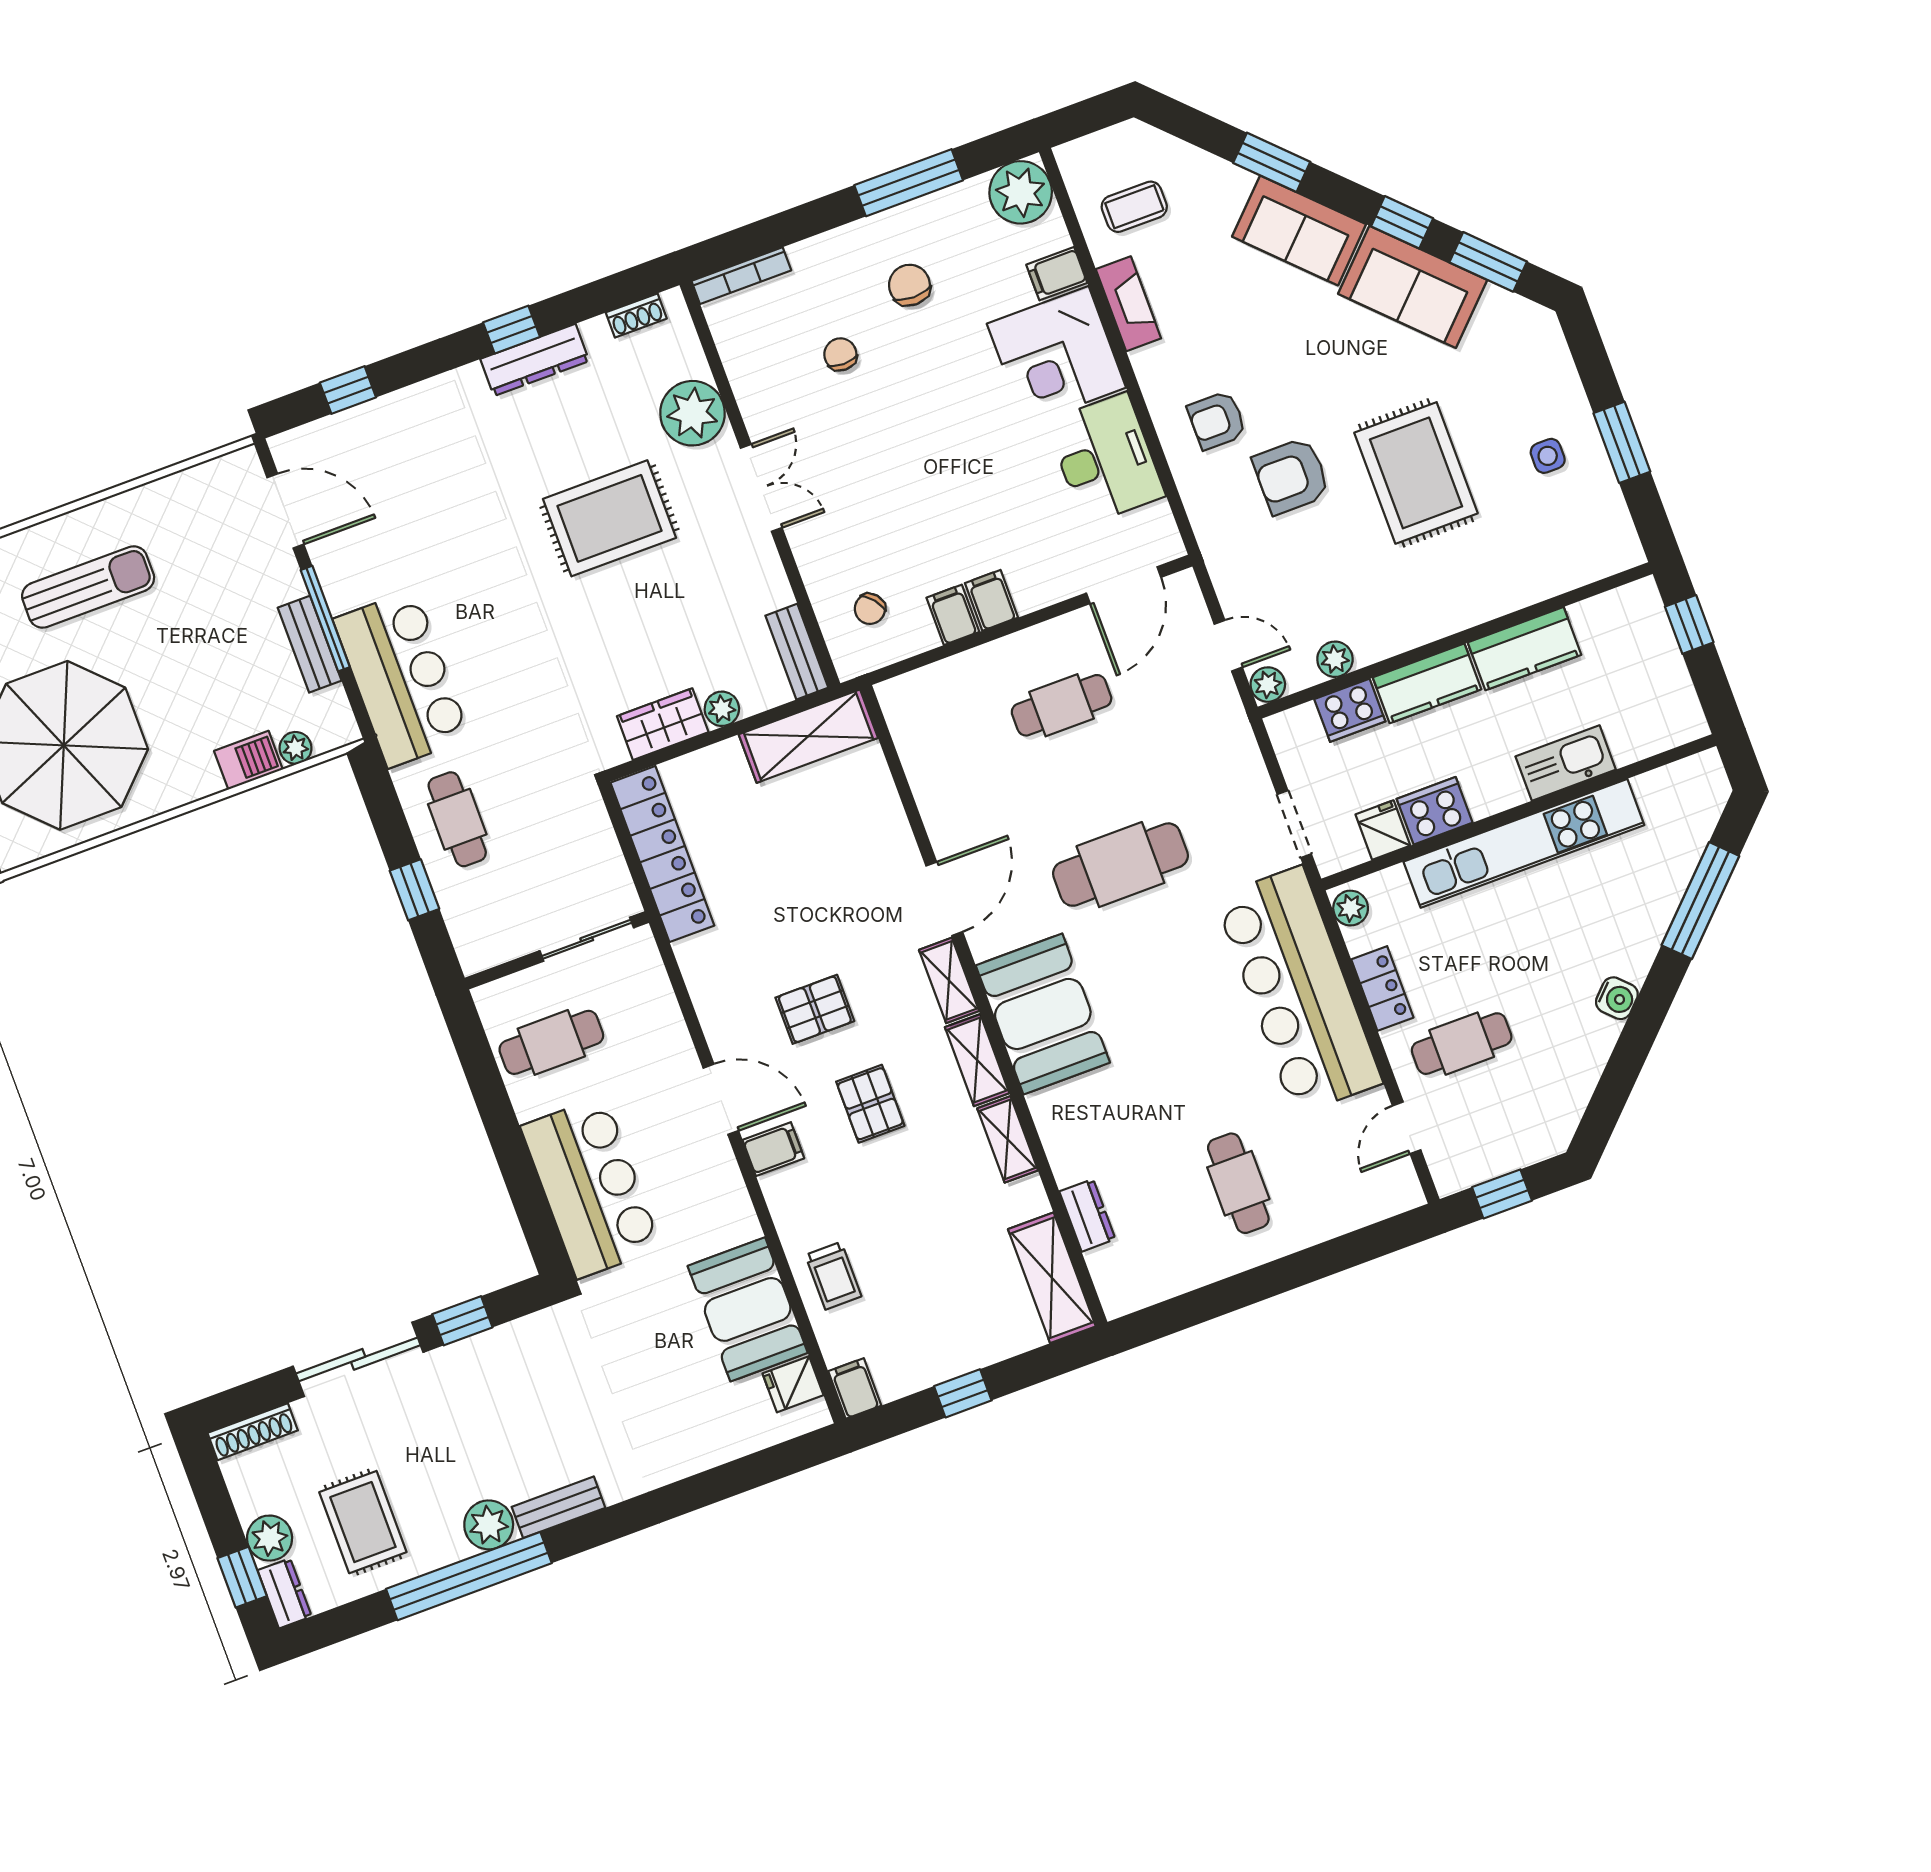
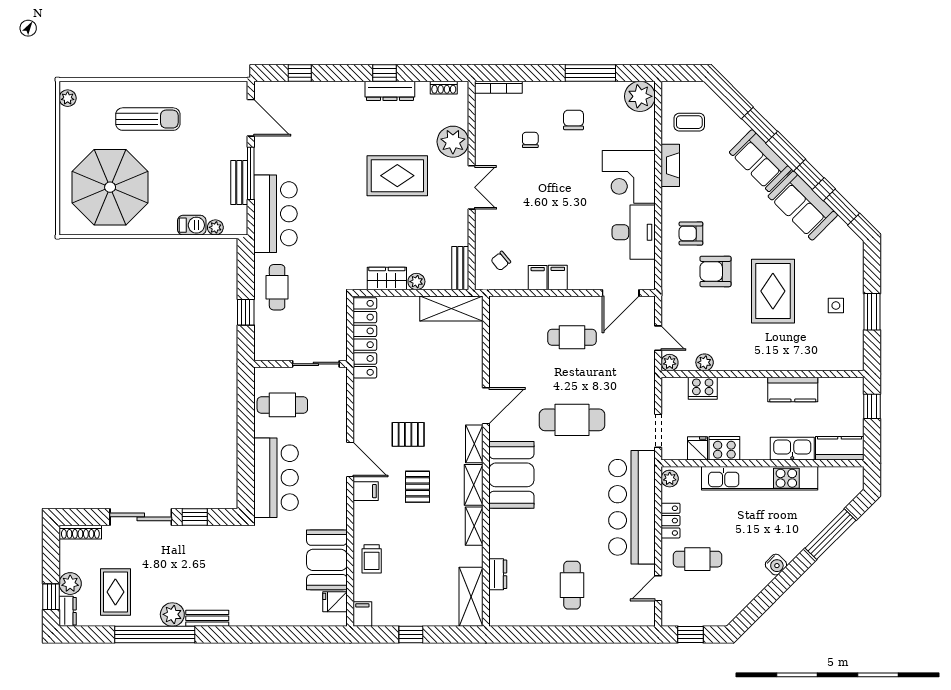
filing cabinet: (1057, 274) -> (643, 140), removed
kitchen counter: (1427, 683) -> (839, 448), moved, turned 180

